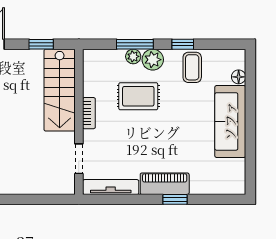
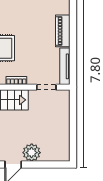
window: (175, 199) -> (73, 24), removed

